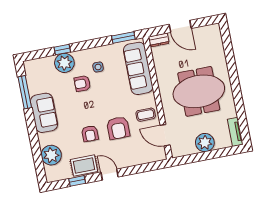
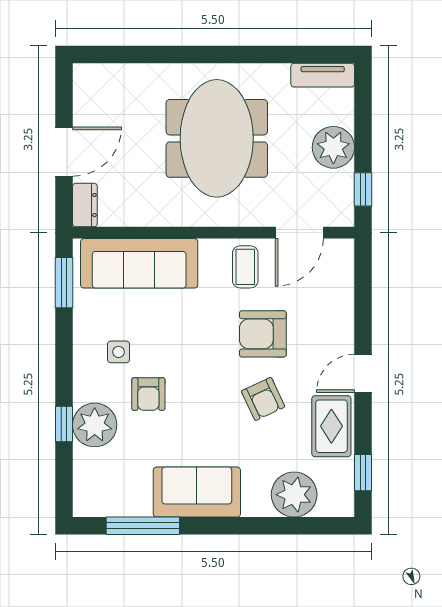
armchair: (118, 128) -> (263, 334), turned 180
armchair: (90, 134) -> (263, 399), turned 65
window: (189, 159) -> (363, 189), added
window: (77, 181) -> (363, 473), moved

